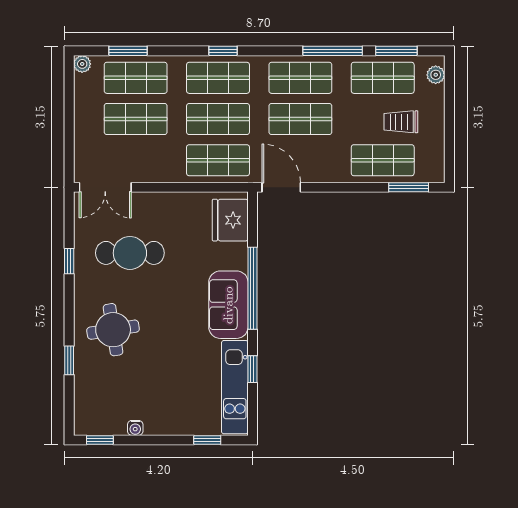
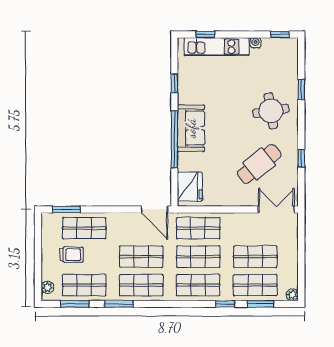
window: (223, 51) -> (225, 304), moved
window: (333, 51) -> (119, 304), width x0.69
cafe table: (130, 253) -> (259, 164), turned -39
kitchen unit: (235, 387) -> (217, 47), moved, turned 90

